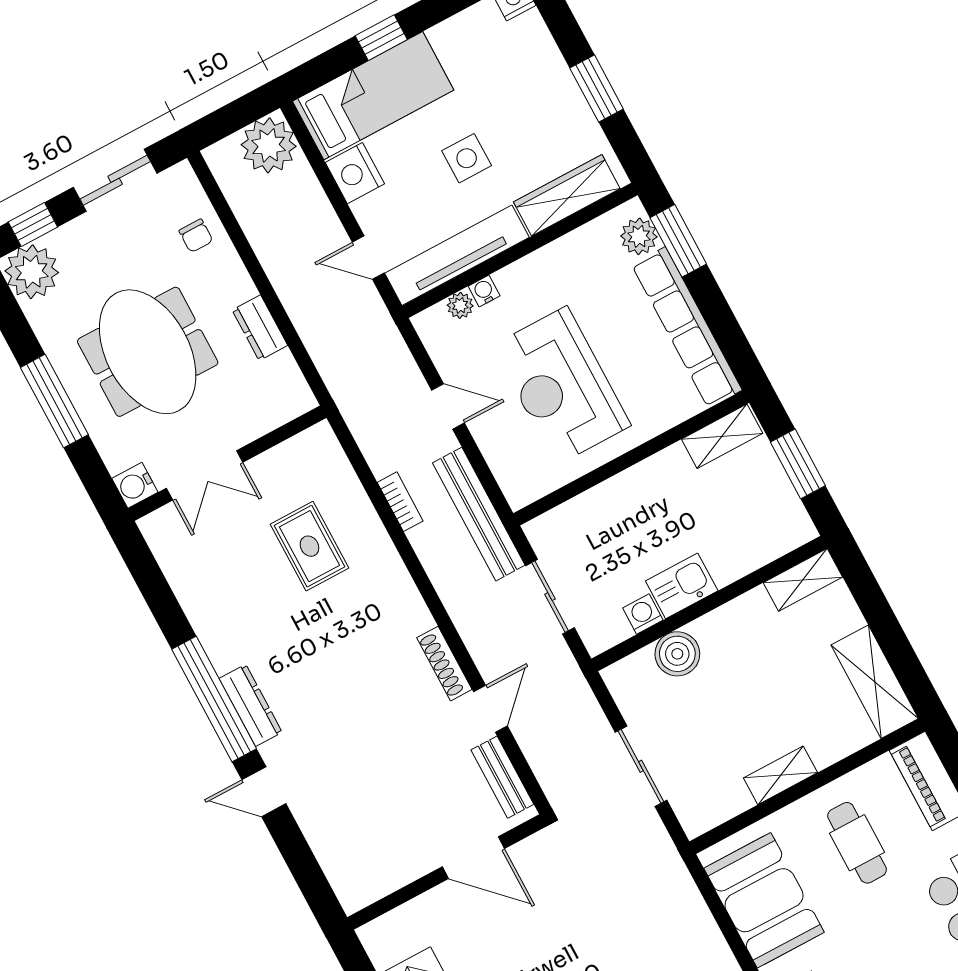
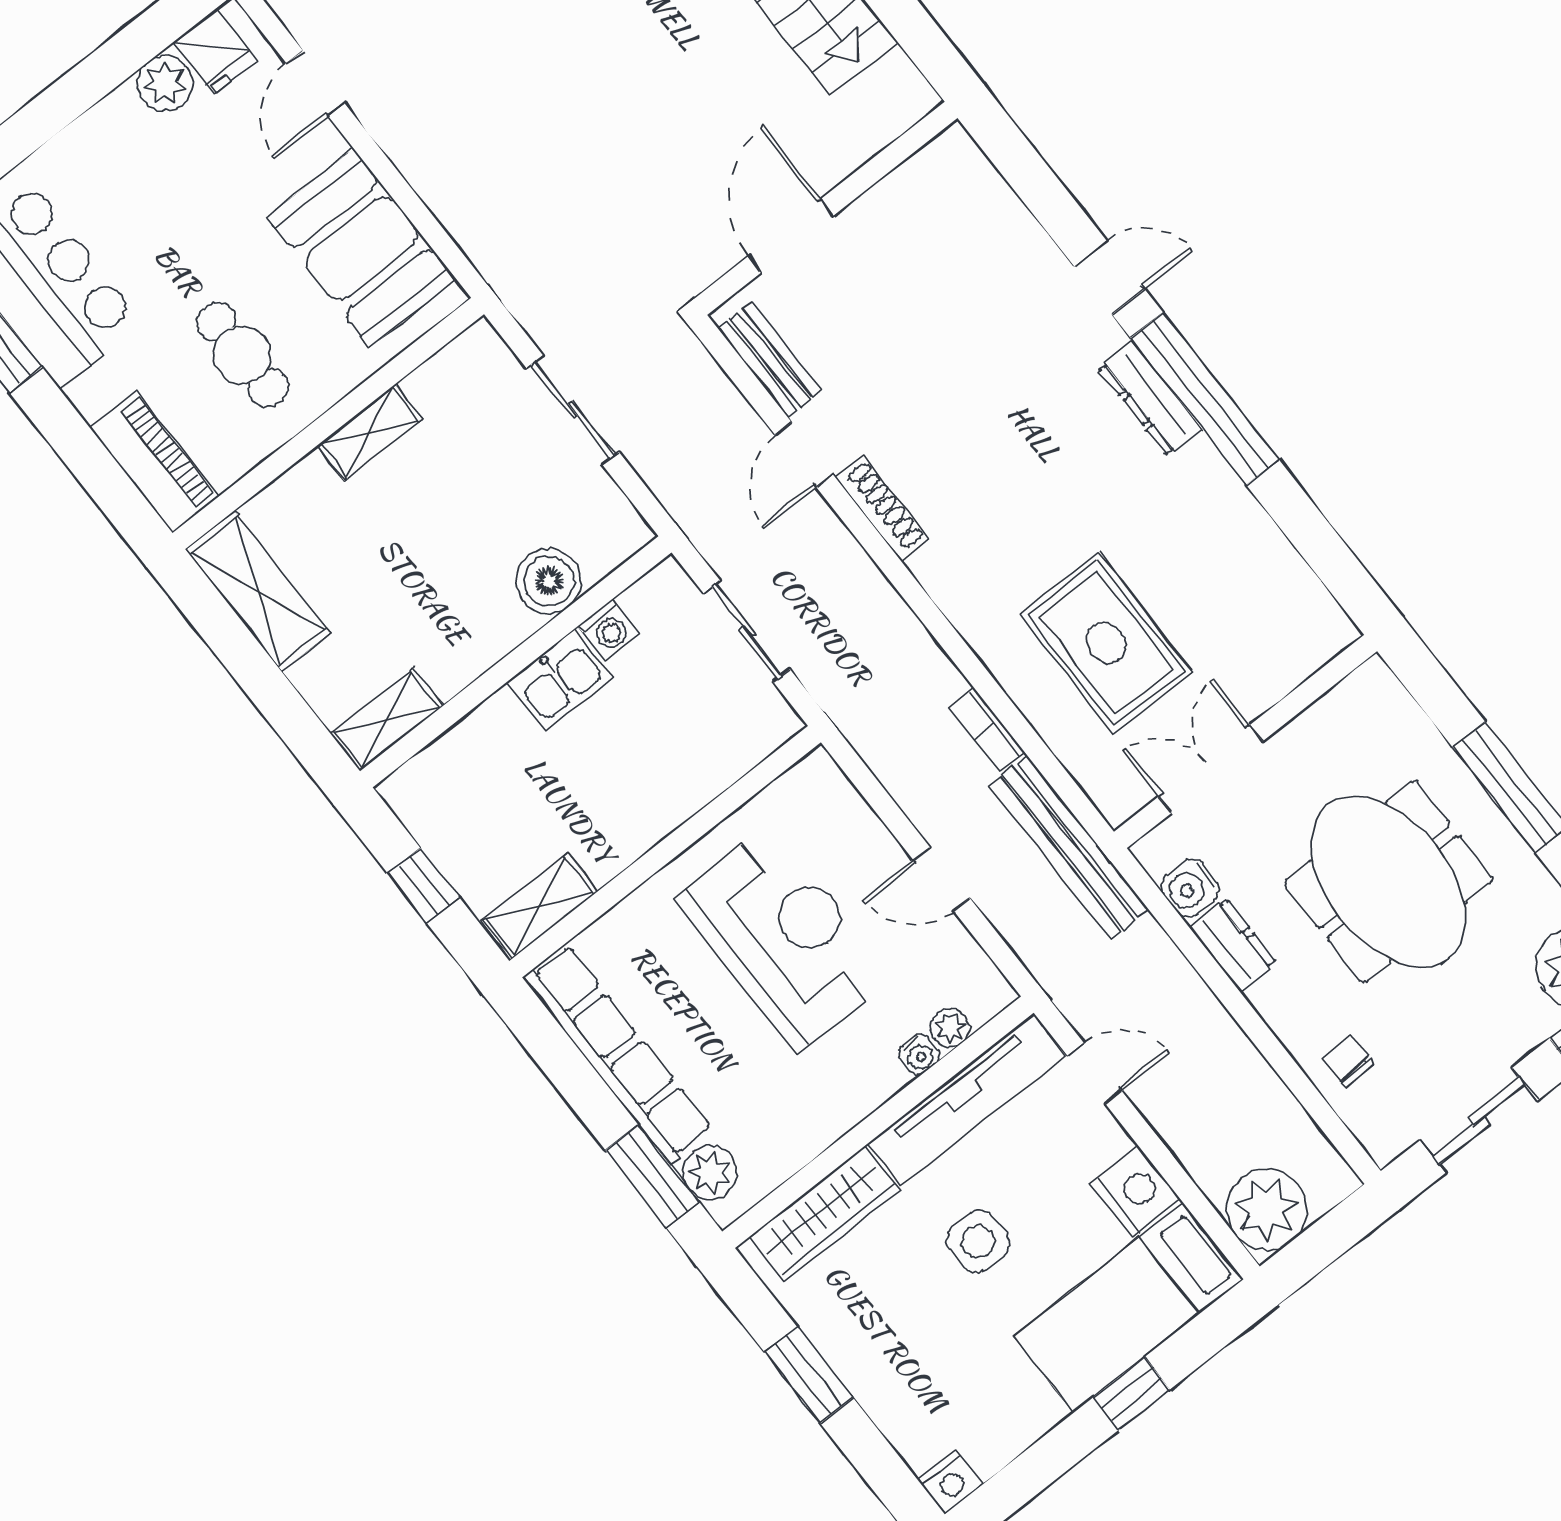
window: (798, 464) -> (423, 885), width x0.67
double door: (205, 475) -> (1210, 769), moved
water cooler: (135, 485) -> (1190, 888), moved, turned 180
bench: (479, 514) -> (1069, 847), moved
rug: (309, 546) -> (1106, 643), width x1.36, depth x1.43
door: (473, 858) -> (791, 236), hinge flipped

